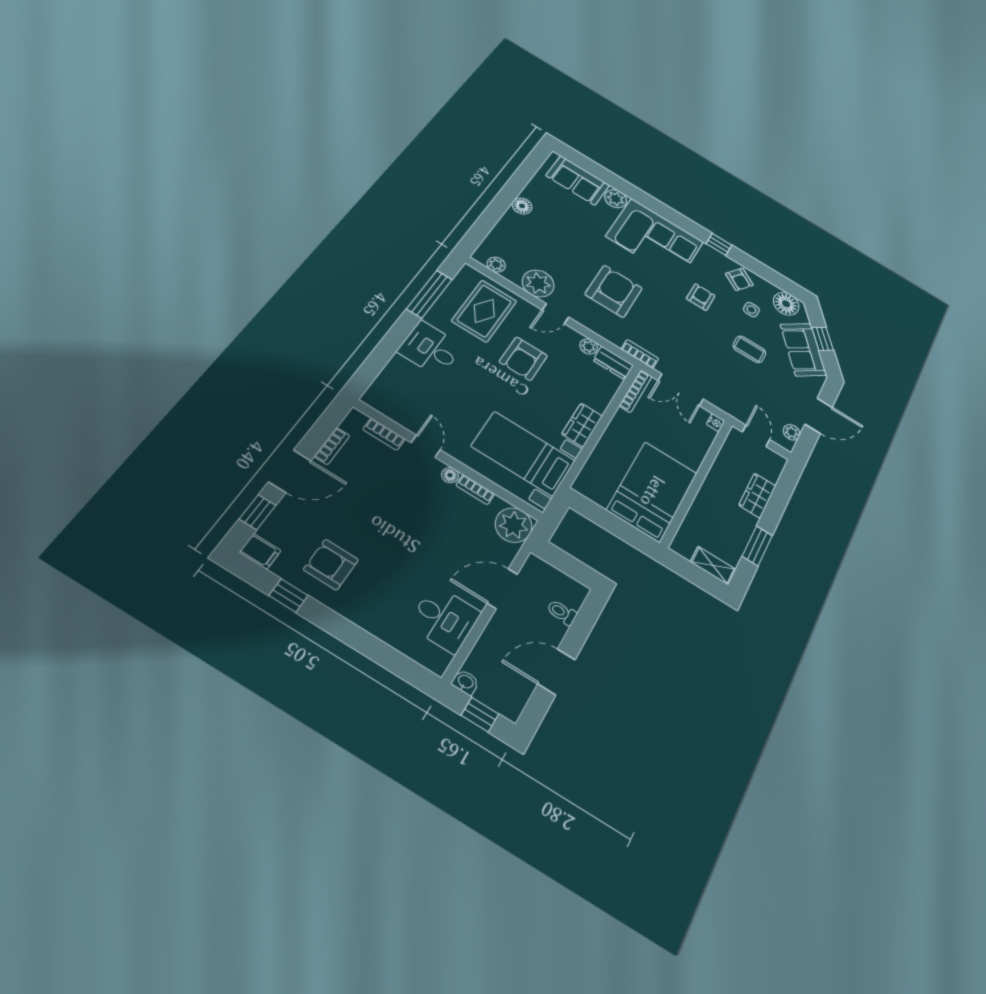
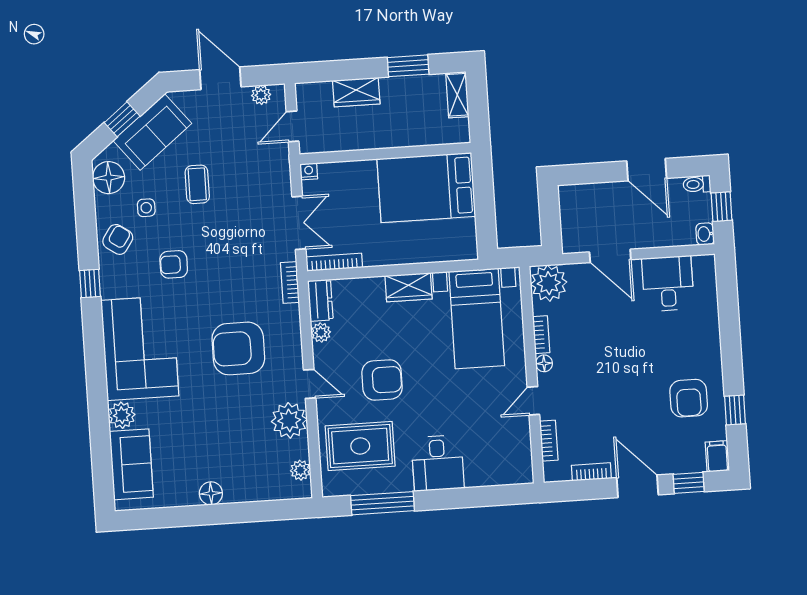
toilet: (562, 612) -> (697, 184), moved, turned 90

